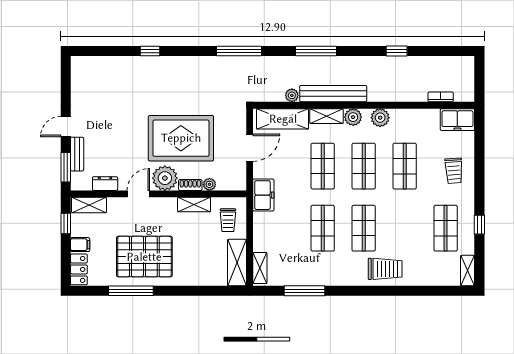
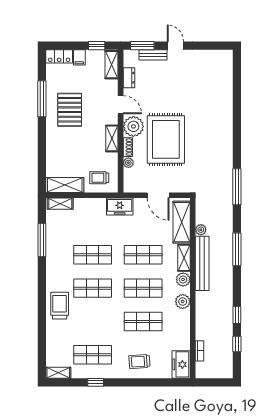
window: (150, 51) -> (237, 344), moved
shelving: (194, 205) -> (112, 138), moved
pallet: (144, 257) -> (70, 110), width x0.73, depth x0.71
trolley: (385, 269) -> (60, 306), turned 180

